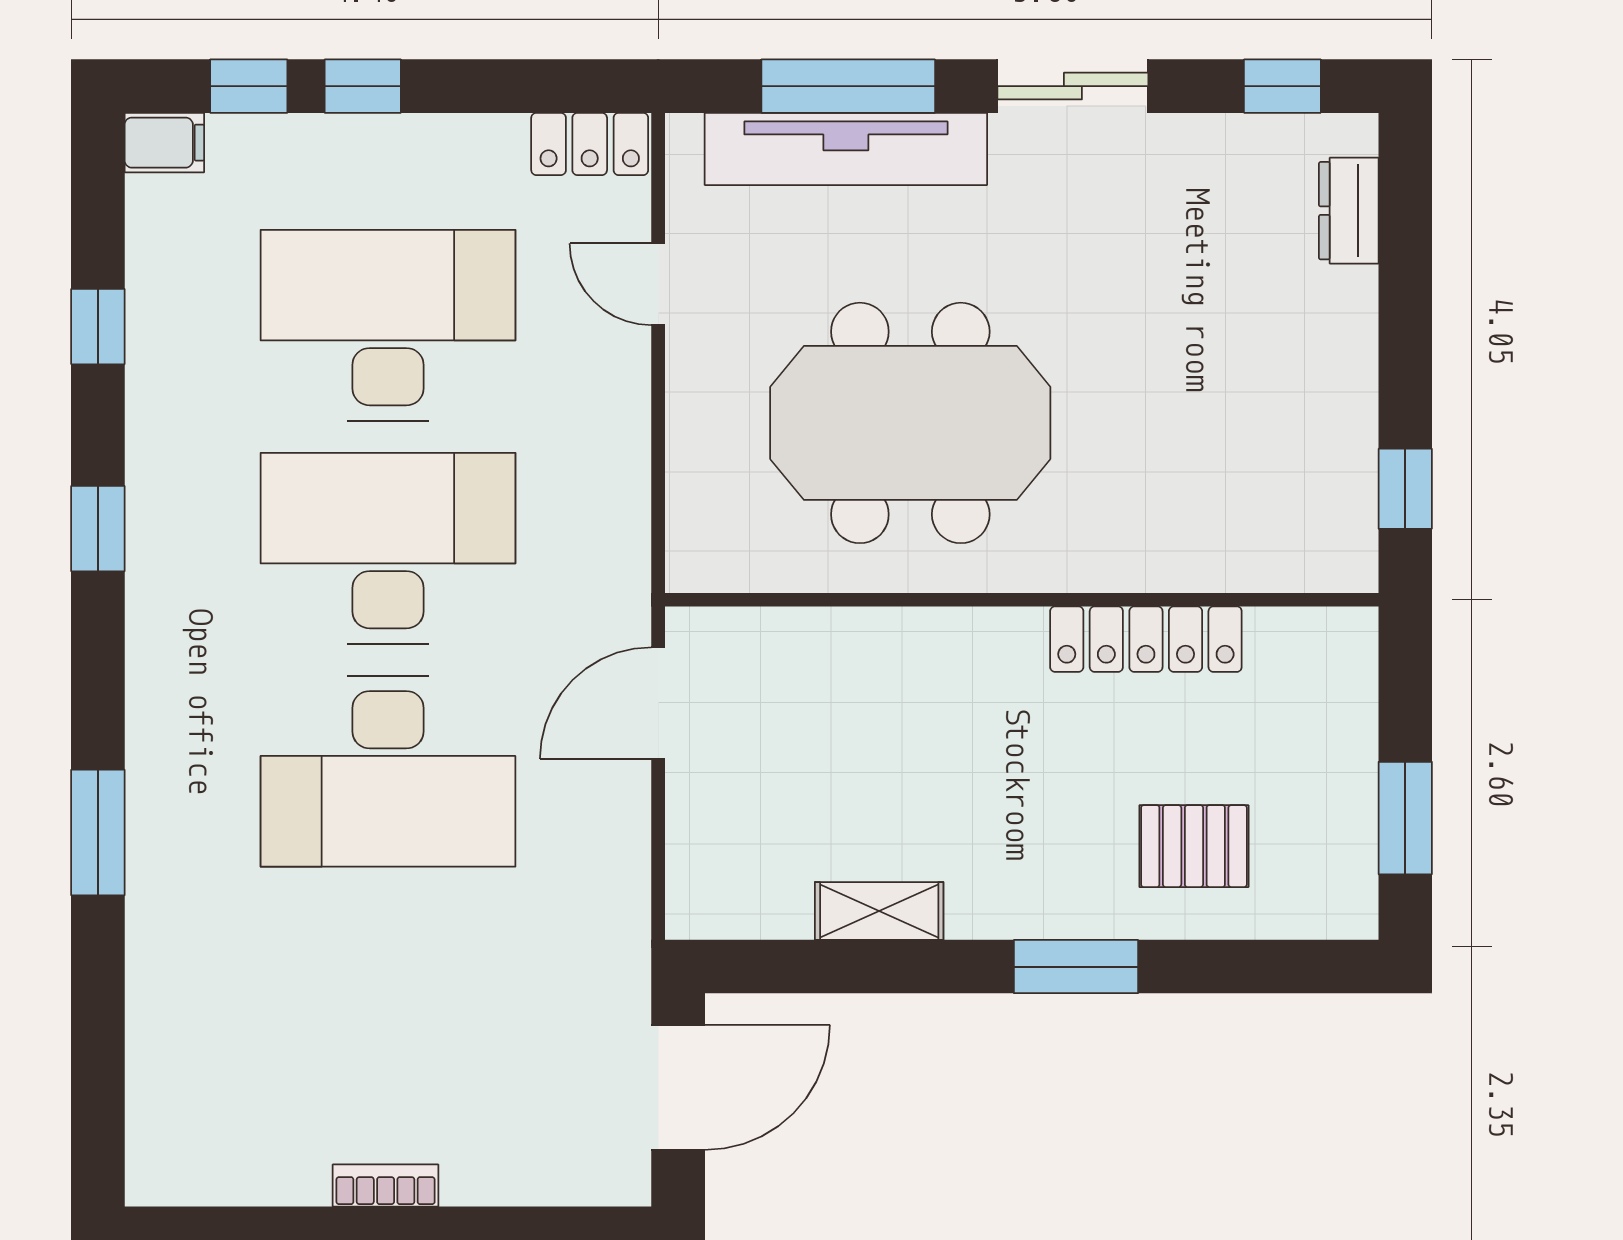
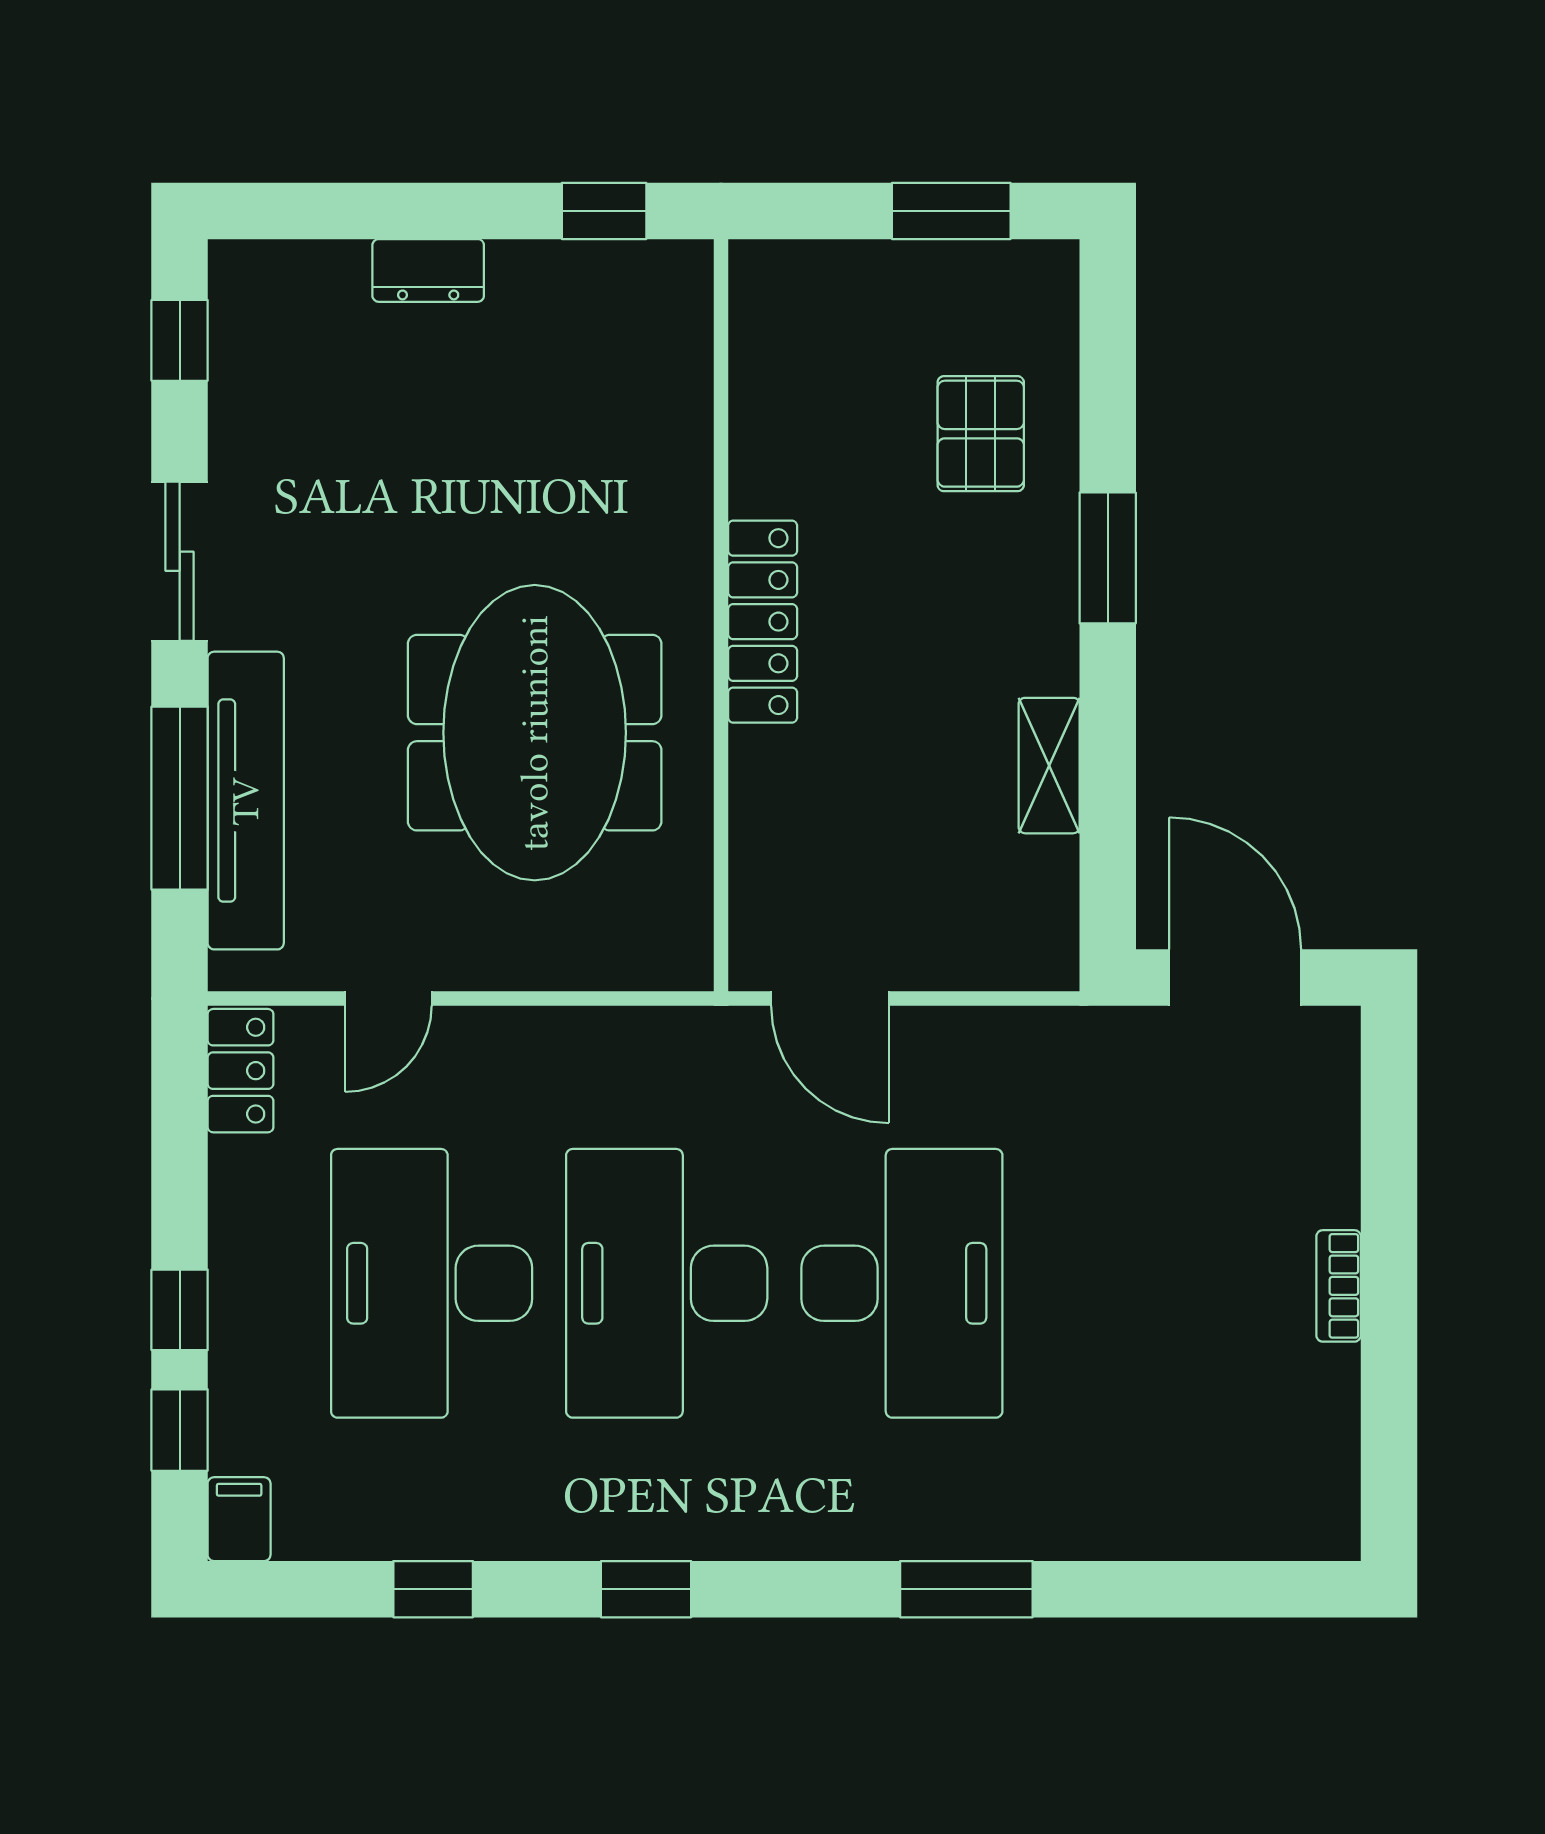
dresser: (1349, 211) -> (428, 270), moved
locker: (1146, 639) -> (763, 622), moved

